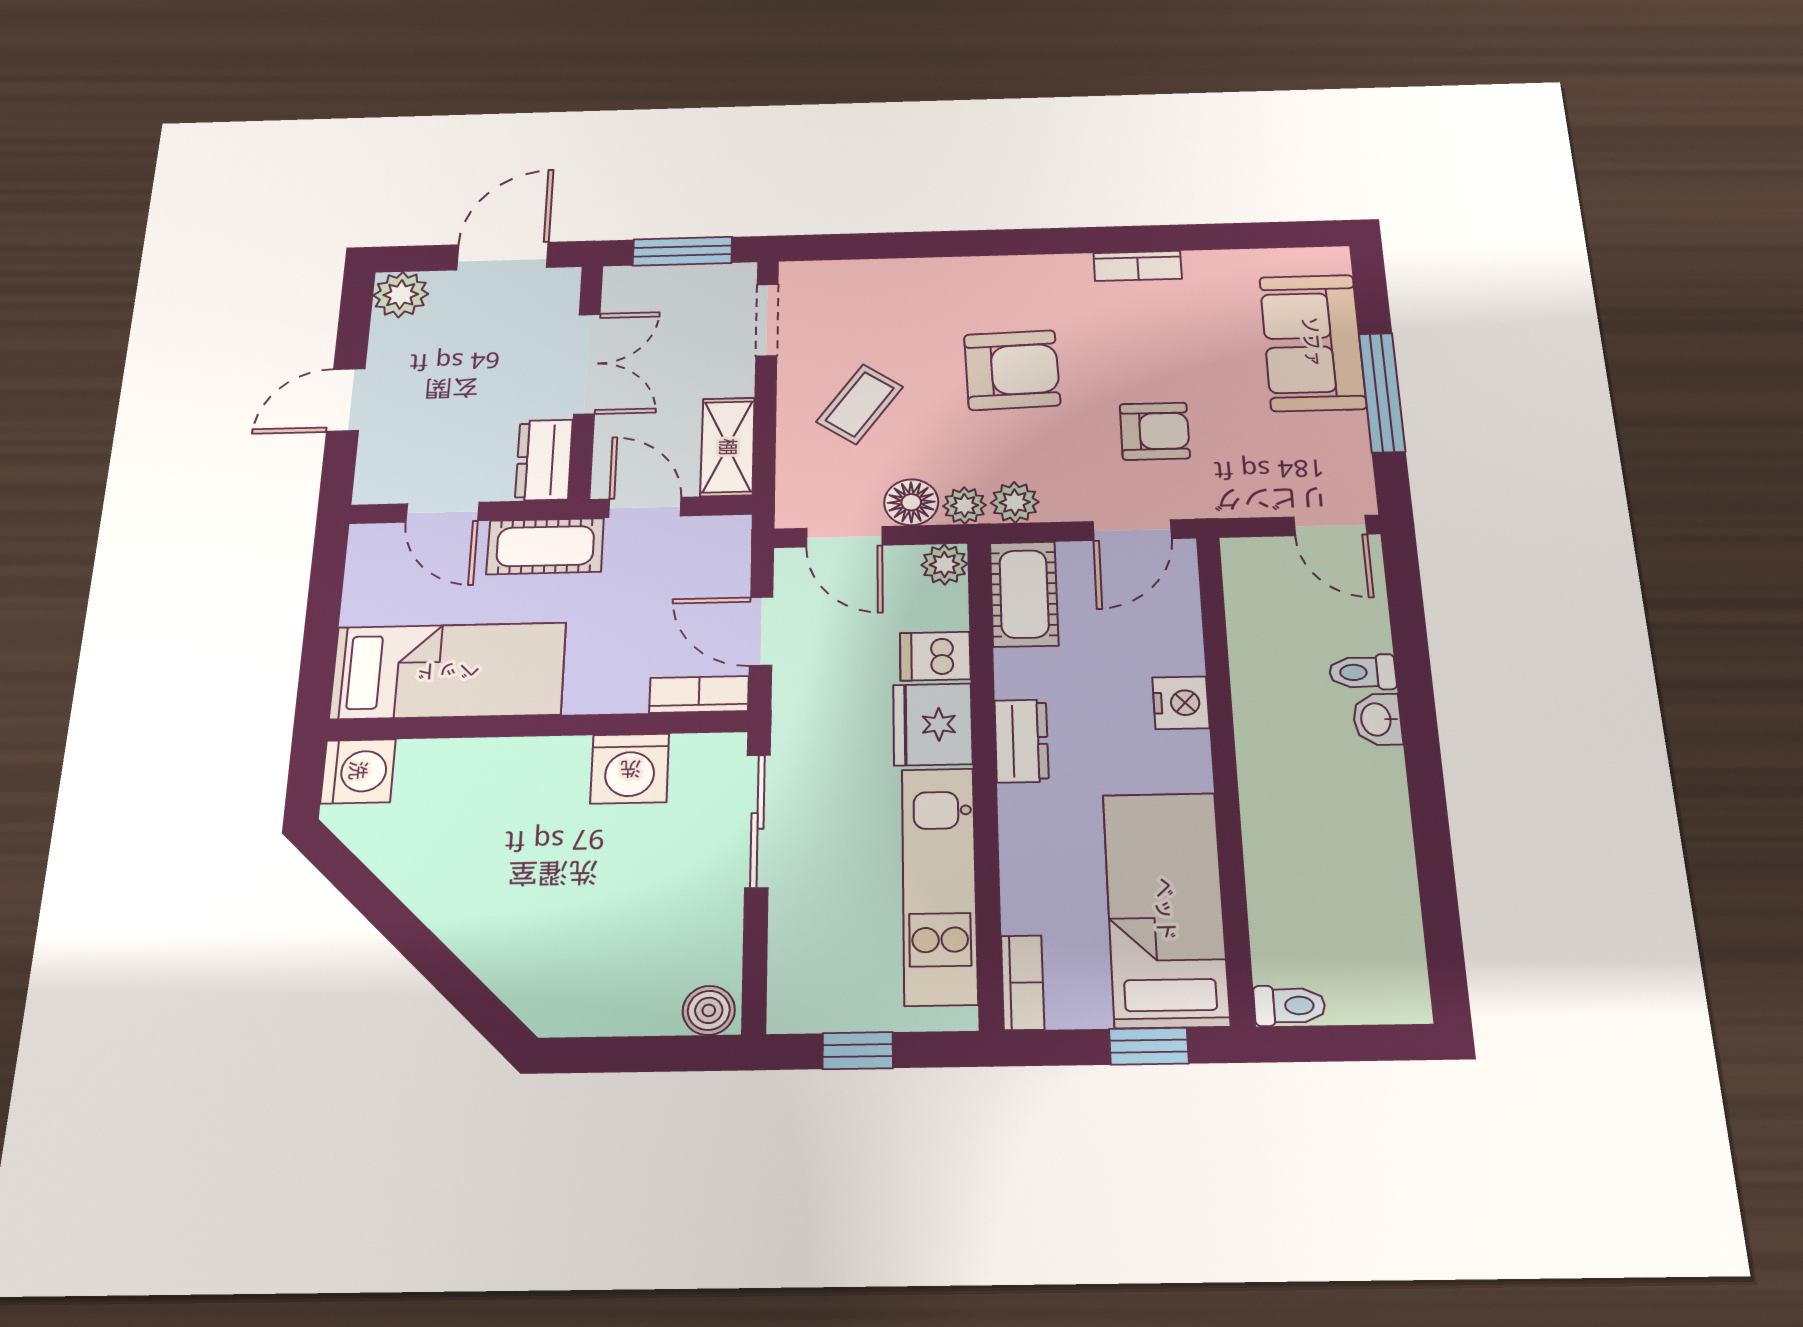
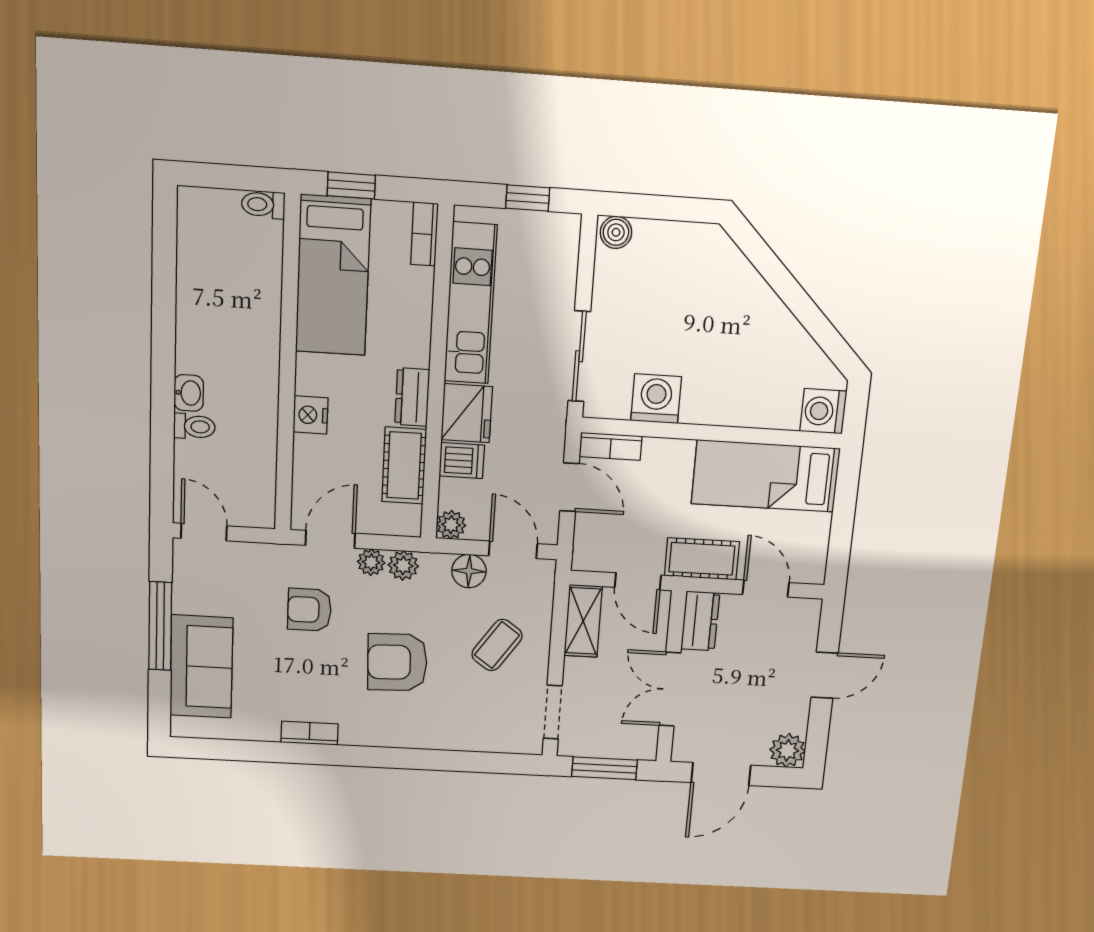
plant: (964, 506) -> (371, 562), moved
cot: (1024, 594) -> (404, 466), moved

